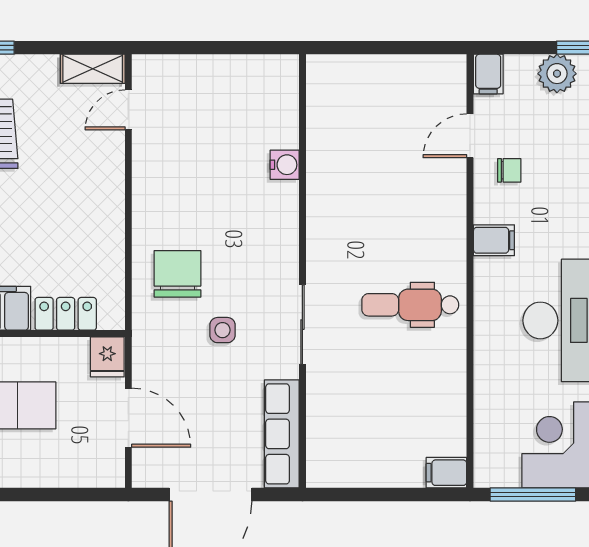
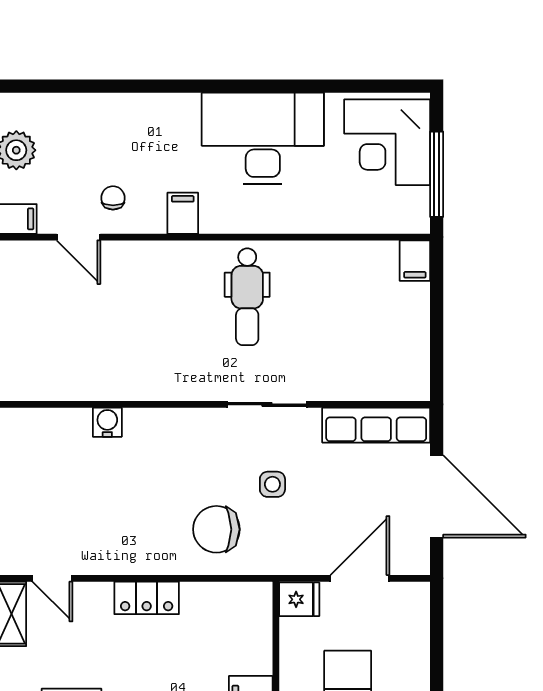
locker: (66, 314) -> (147, 598), moved, turned -90

